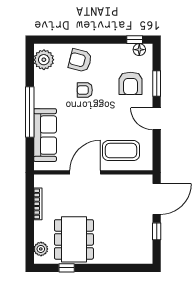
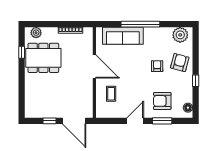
window: (135, 40) -> (196, 81), moved
coffee table: (121, 151) -> (111, 94), width x0.54, depth x0.58

